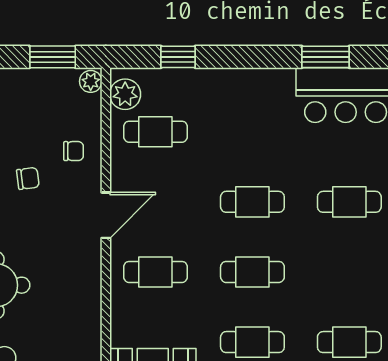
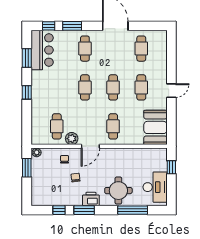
window: (178, 57) -> (27, 92), moved
plant: (125, 94) -> (72, 139), moved
door: (106, 215) -> (90, 146), swing flipped

